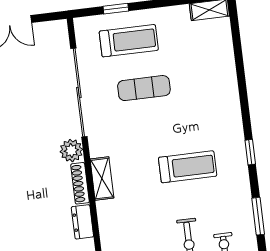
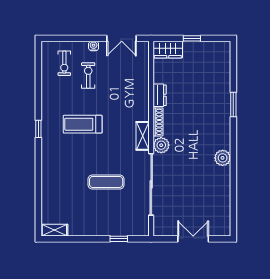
treadmill: (129, 41) -> (113, 216), removed
shelving: (102, 179) -> (143, 136), moved
window: (258, 216) -> (38, 84), removed

